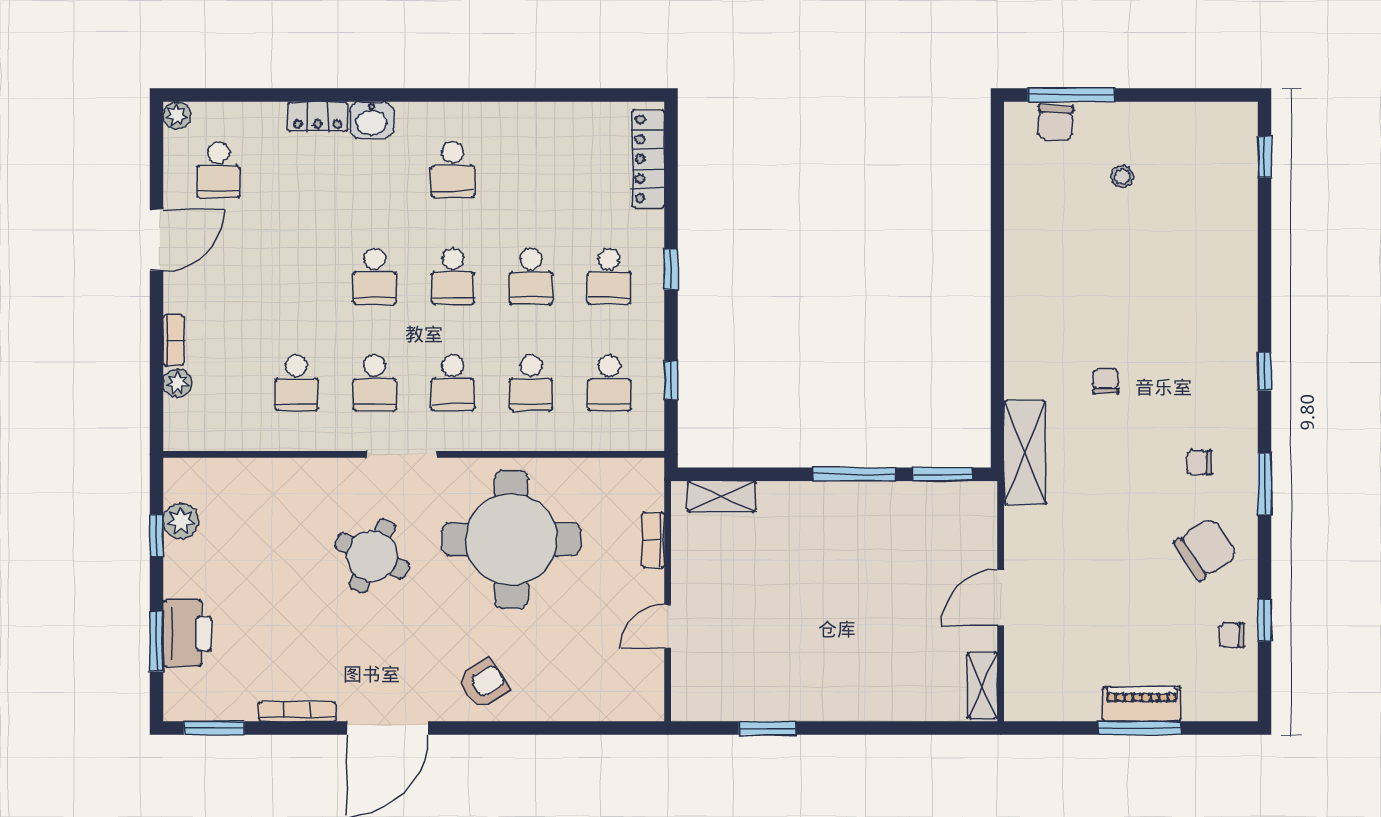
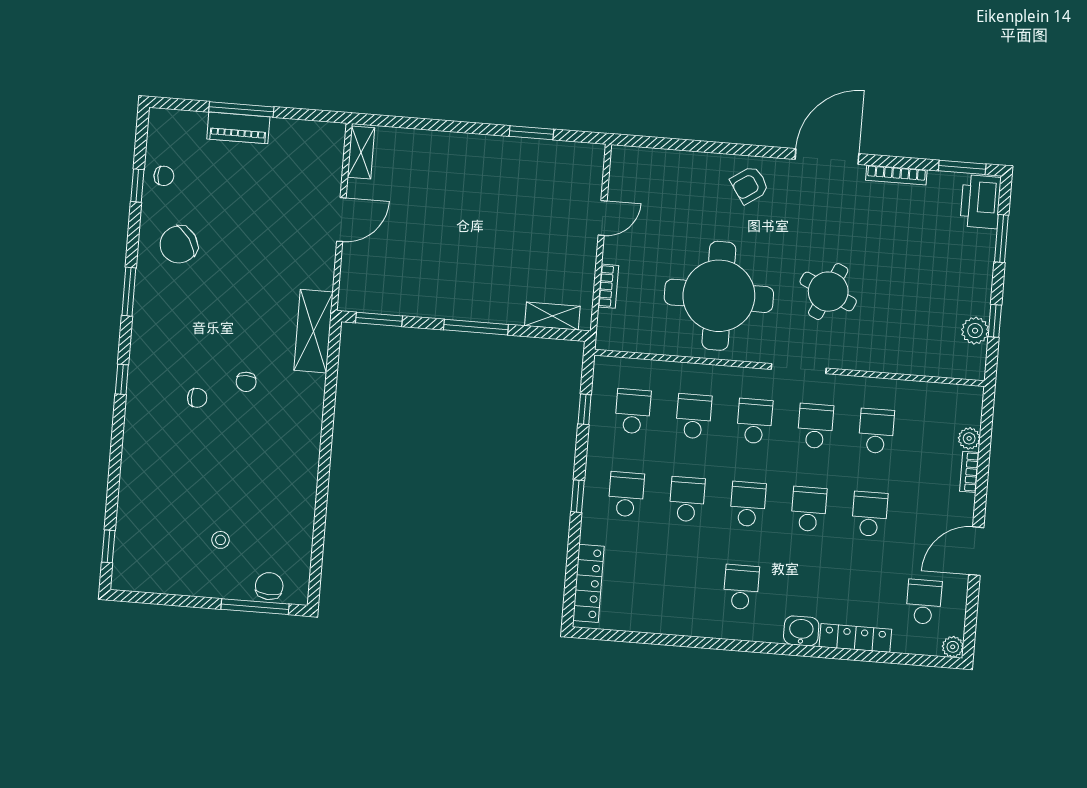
locker: (318, 117) -> (855, 638), width x1.53
school desk: (296, 276) -> (870, 514), added
chair: (1199, 463) -> (197, 398), moved
window: (854, 474) -> (476, 327), moved
printer: (187, 633) -> (981, 202), moved

